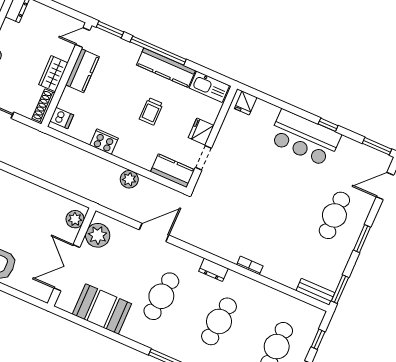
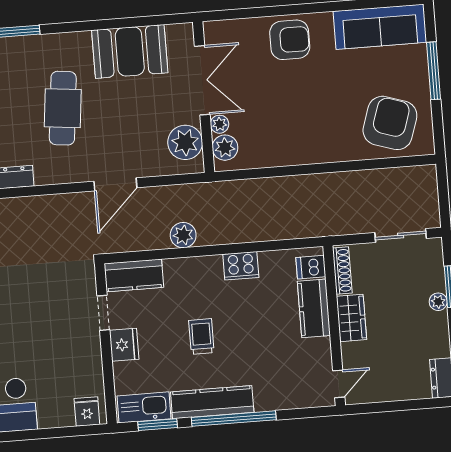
window: (110, 29) -> (158, 425), moved
kitchen counter: (82, 71) -> (314, 308), moved
plant: (71, 235) -> (220, 124), added

